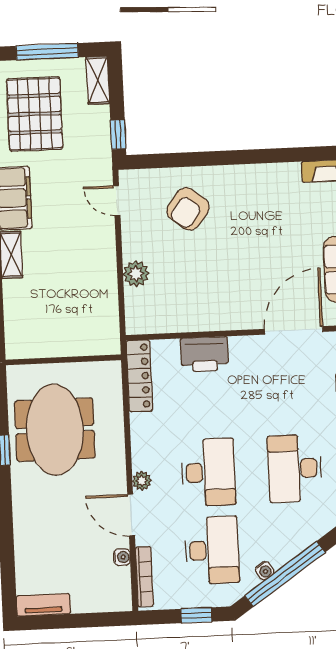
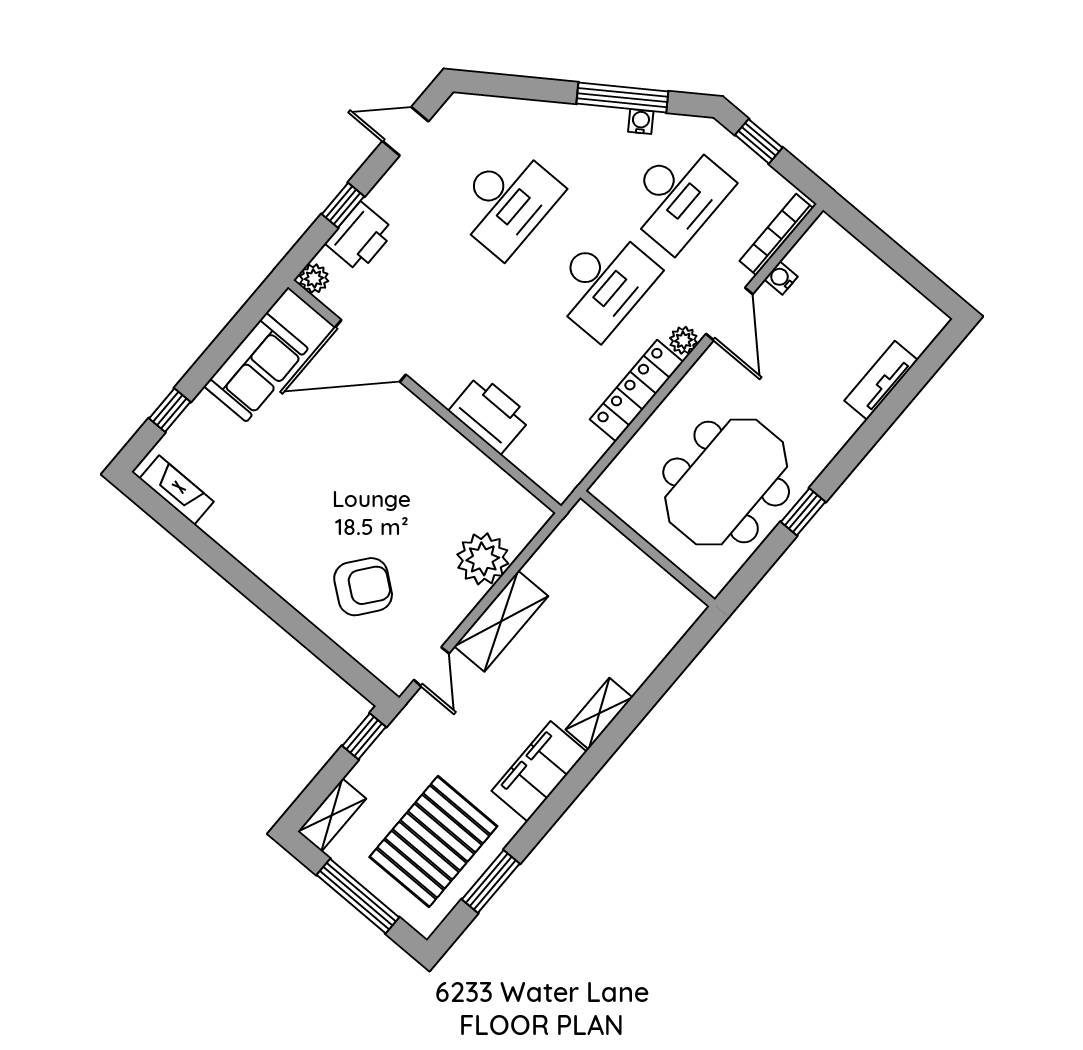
shelving: (103, 256) -> (501, 621), added
plant: (136, 274) -> (483, 559), width x1.36, depth x1.36
locker: (139, 376) -> (637, 391), moved
desk: (209, 472) -> (603, 283), turned 180
desk: (212, 550) -> (677, 196), turned 180
window: (285, 574) -> (622, 97), width x0.68
tv unit: (43, 605) -> (881, 380), moved, turned 90

